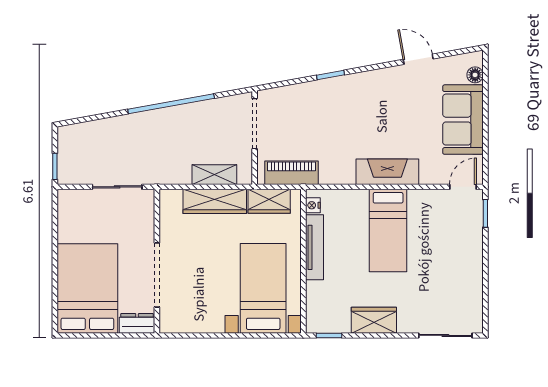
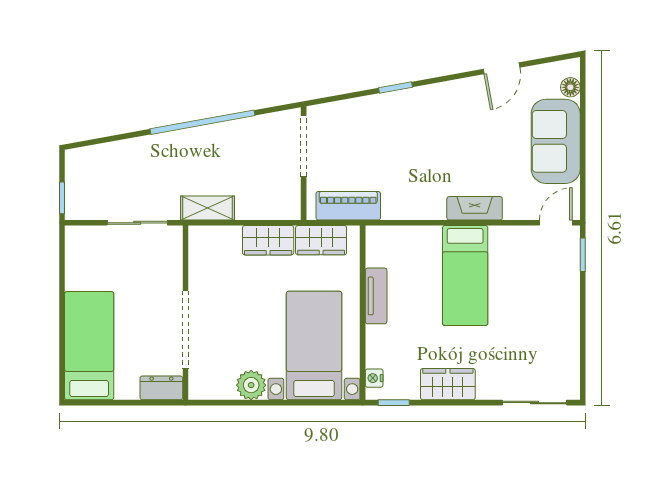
door: (418, 59) -> (502, 68), swing flipped
fireplace: (387, 172) -> (475, 208), width x0.73, depth x0.76
shelving: (214, 175) -> (208, 208), moved
wardrobe: (215, 201) -> (268, 240), width x0.67
nightstand: (313, 205) -> (374, 378), moved
tv unit: (314, 247) -> (376, 296), width x0.71
bed: (87, 288) -> (89, 346), width x0.67
plant: (211, 321) -> (251, 385), added

